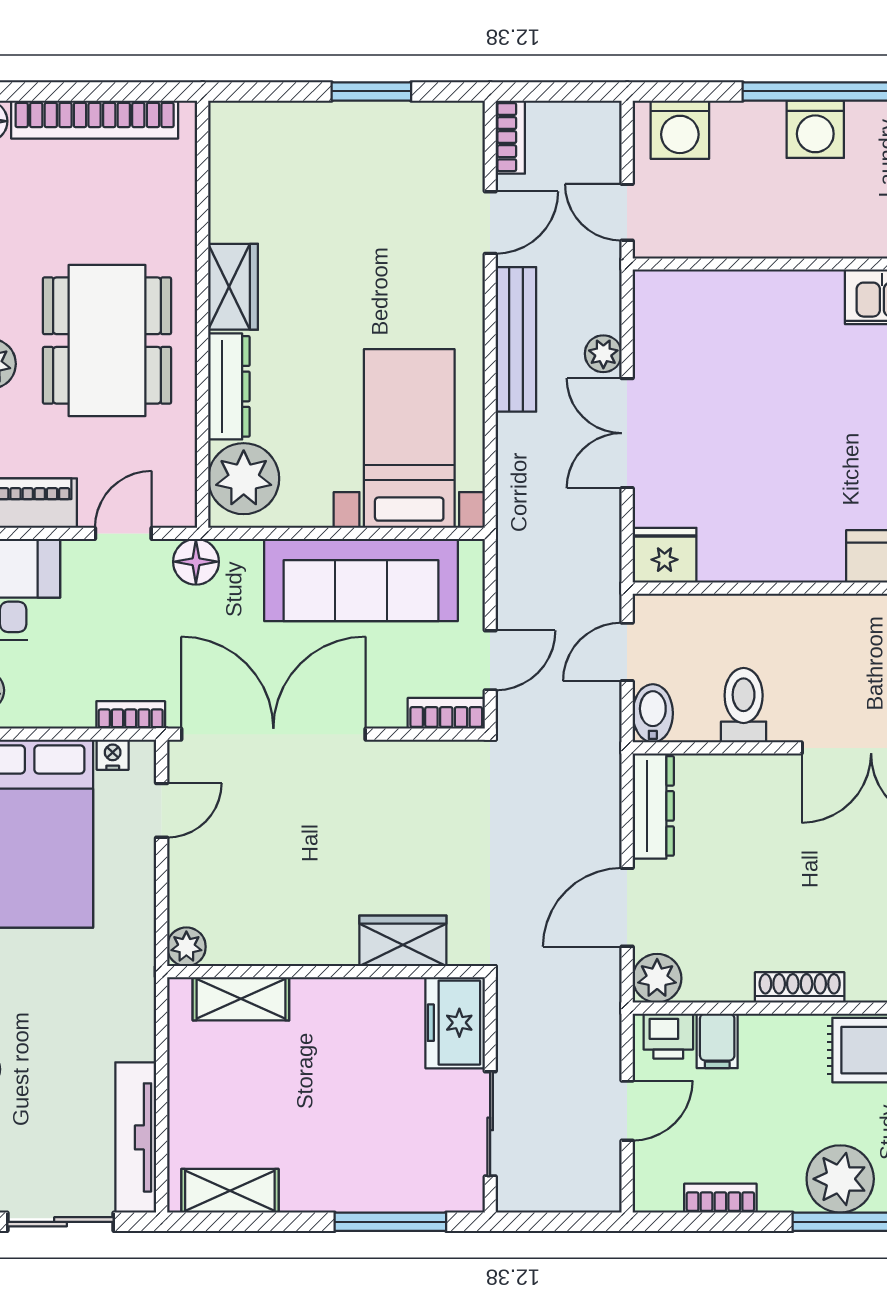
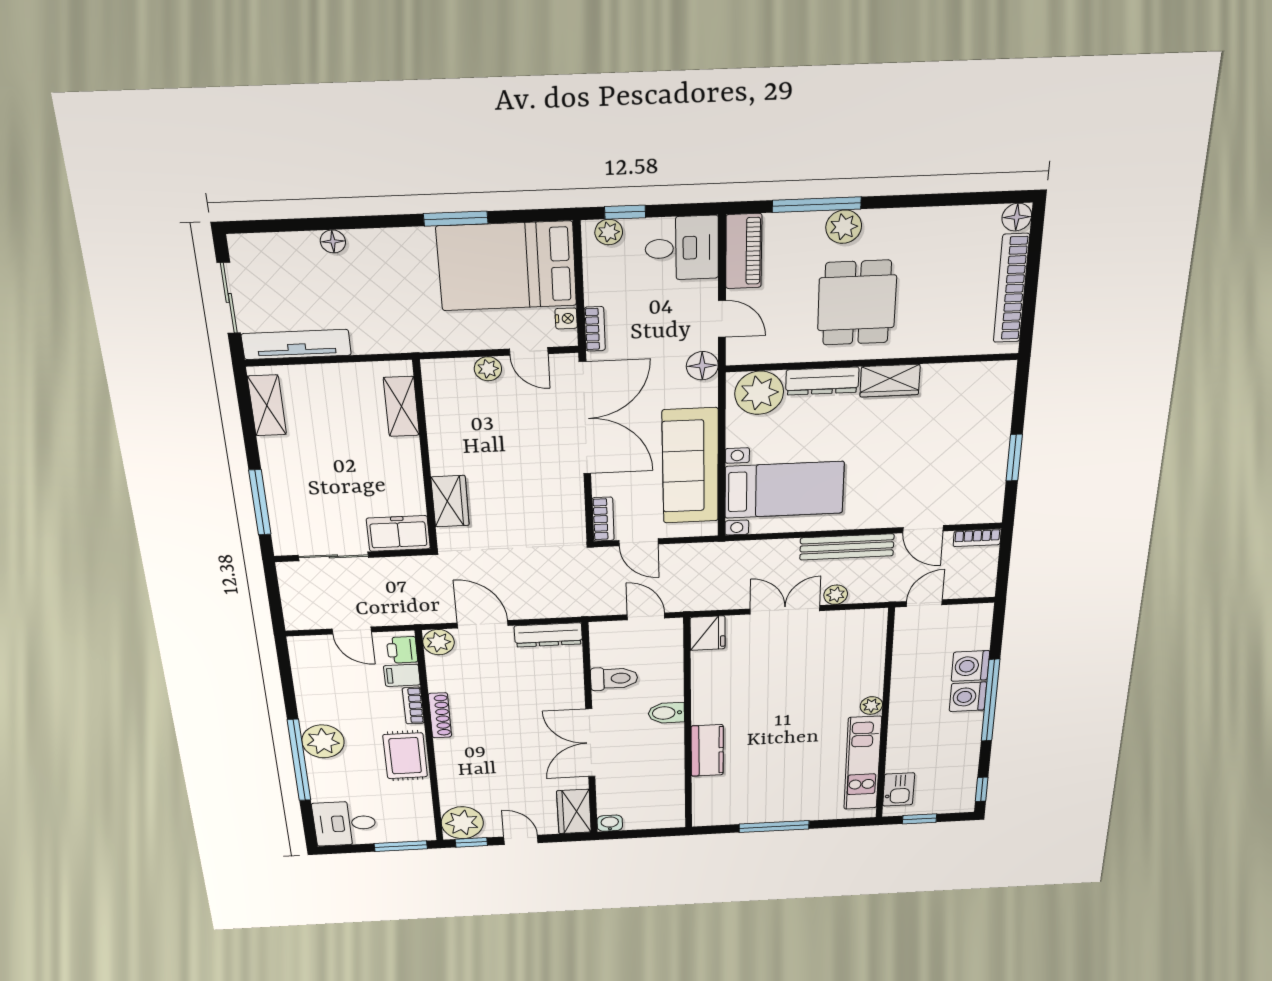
washing machine: (680, 130) -> (970, 666), moved
plant: (823, 288) -> (871, 705), added
dining table: (107, 341) -> (857, 303), width x0.73
bidet: (653, 713) -> (666, 713), moved, turned 180
plant: (186, 947) -> (488, 369), moved
bookcase: (720, 1198) -> (413, 706), moved, turned 180

